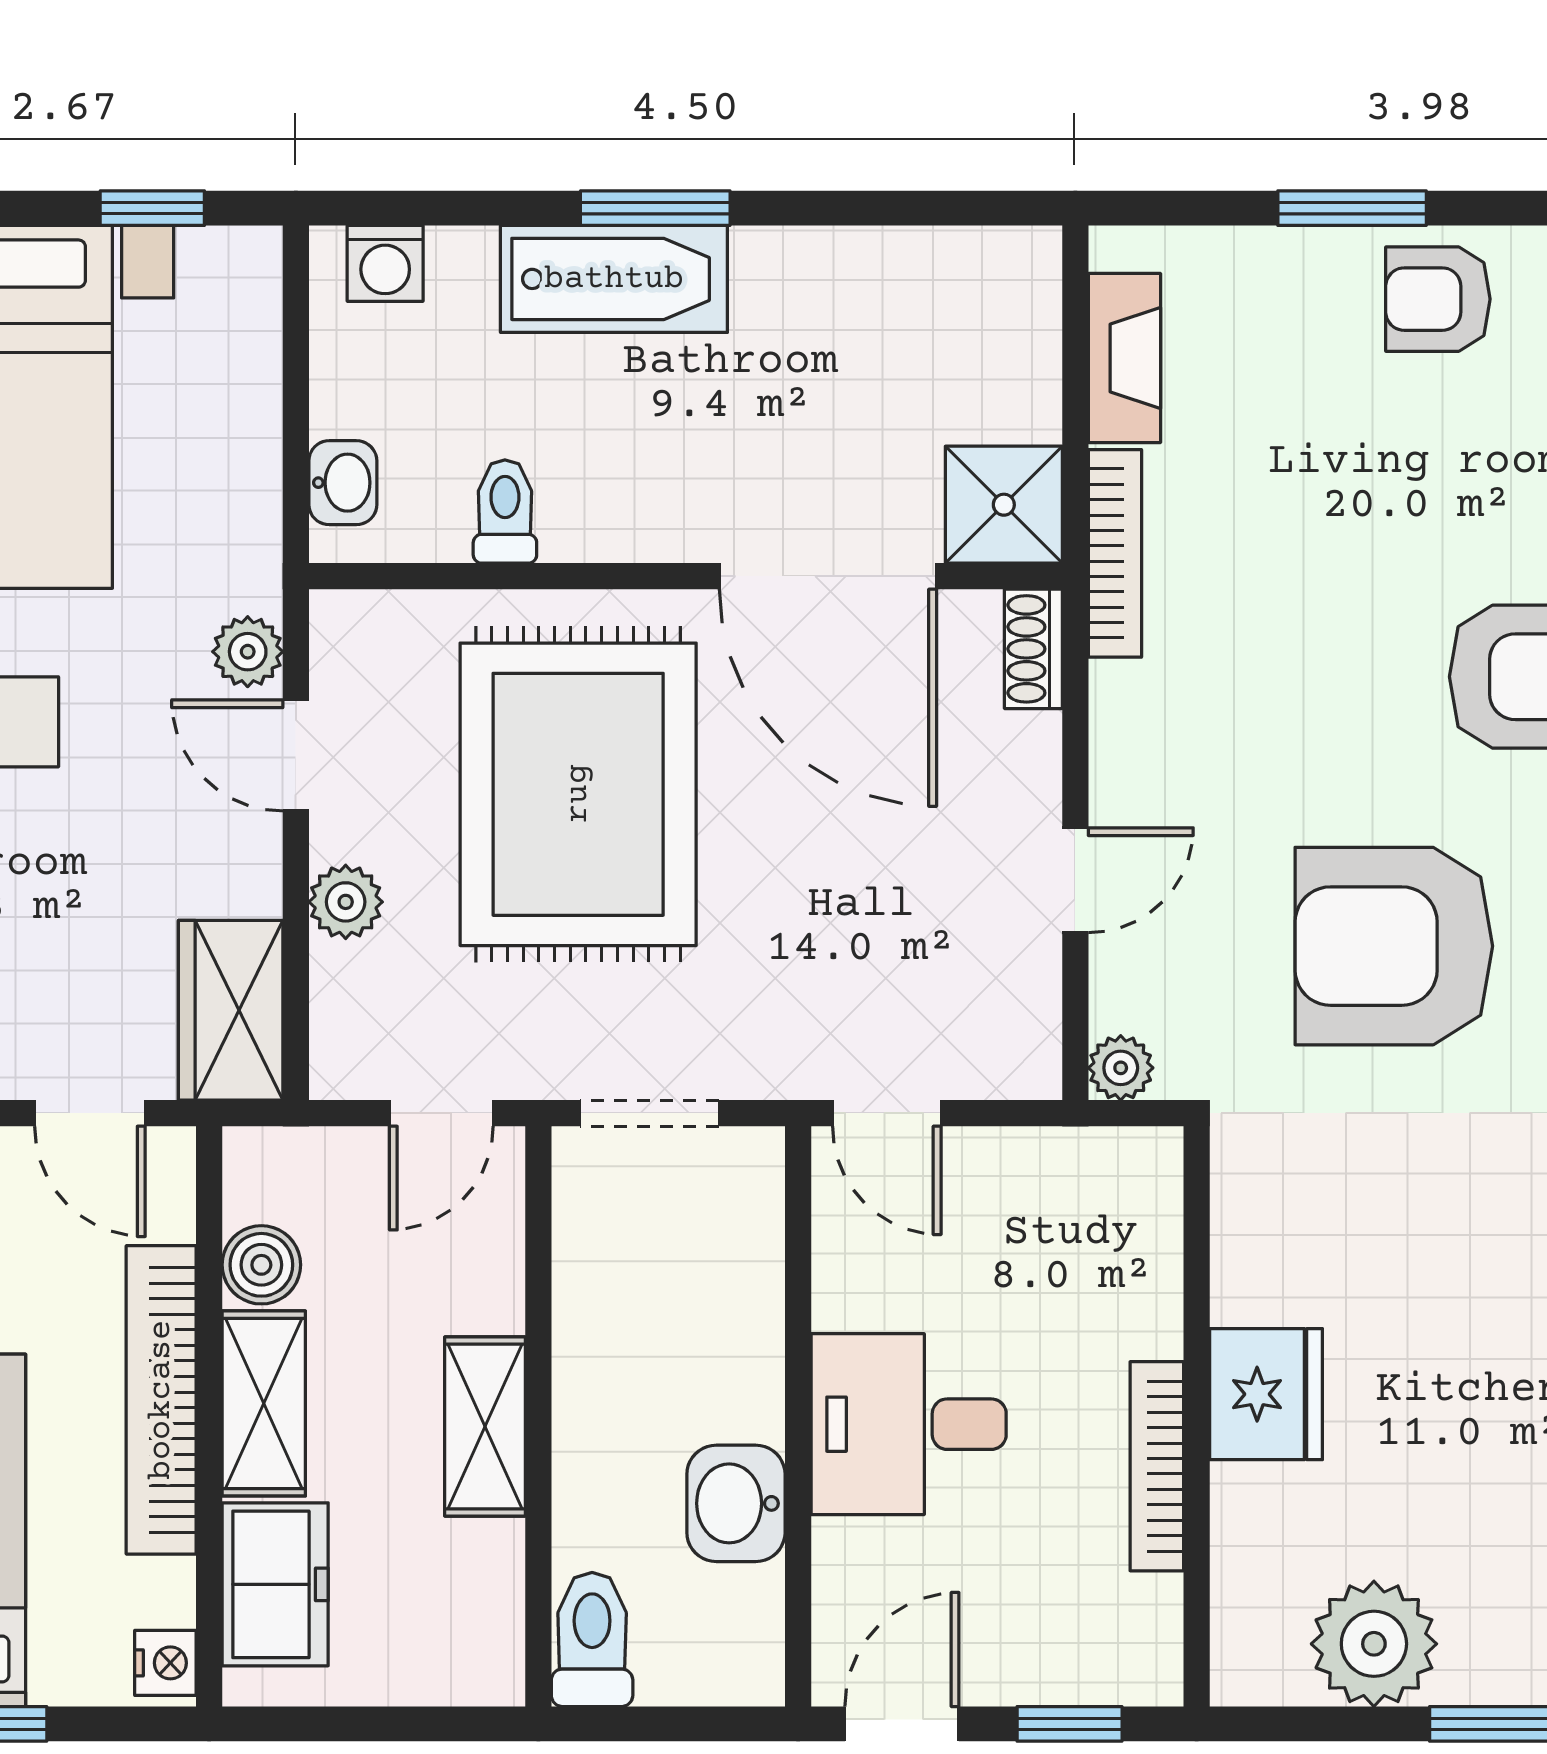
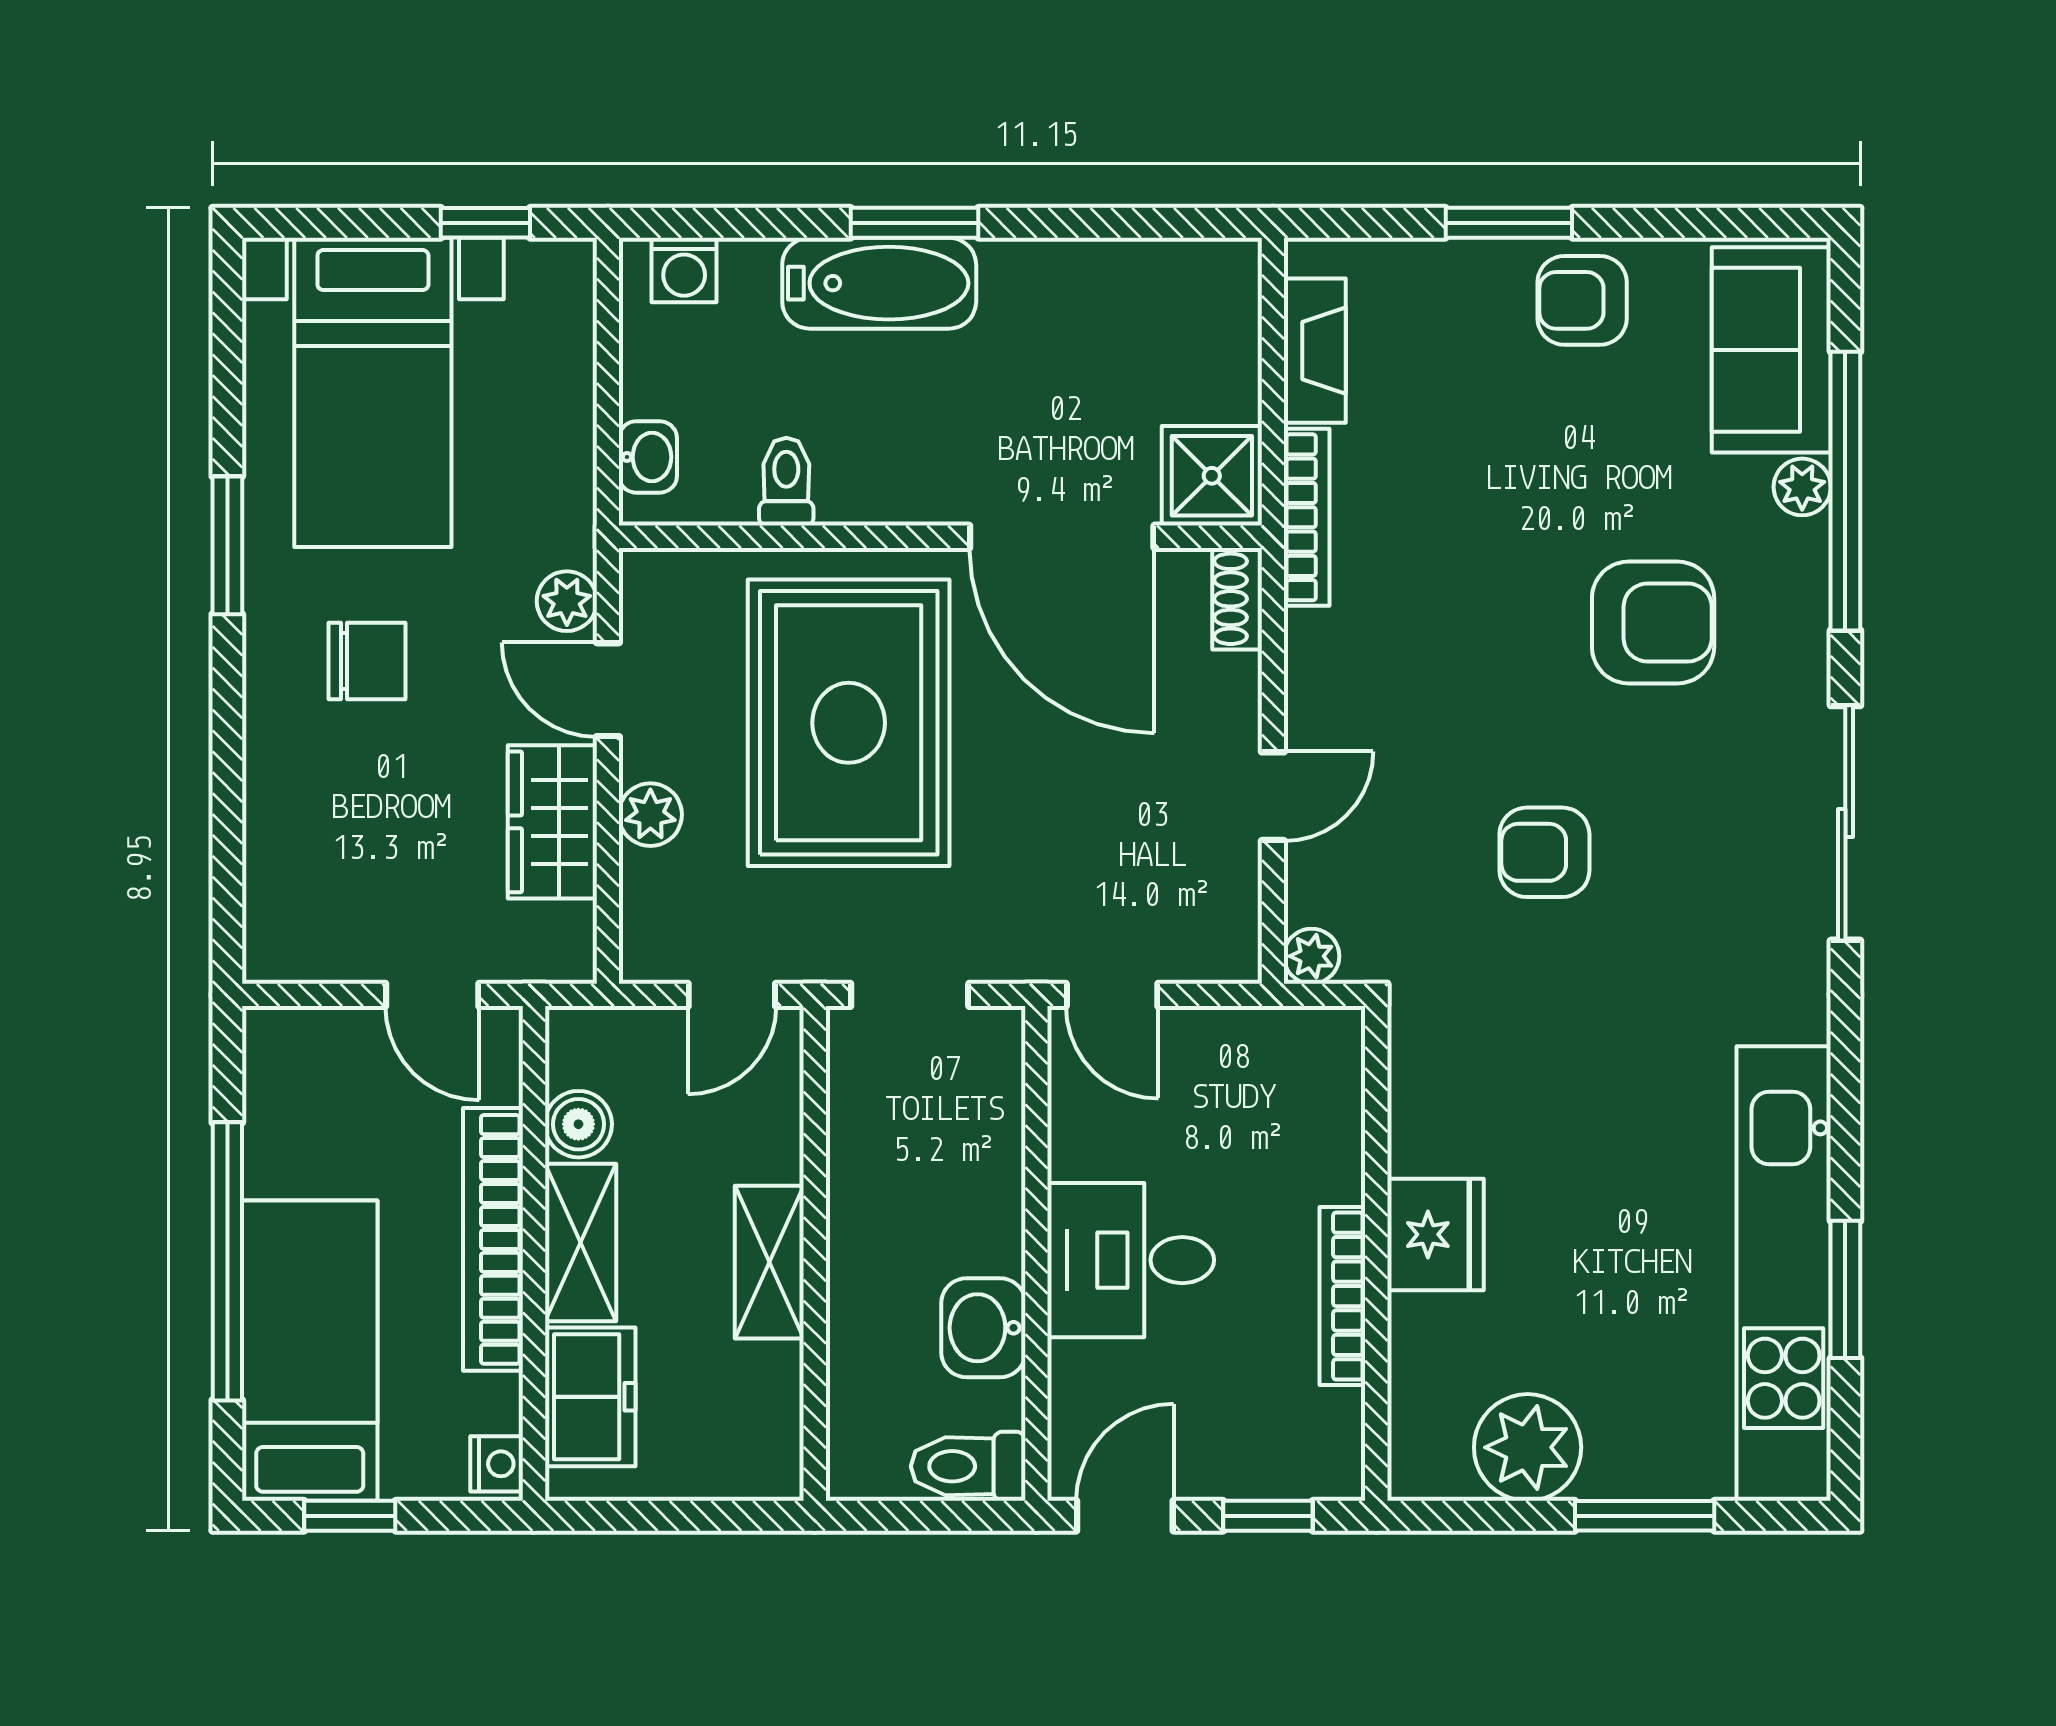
armchair: (1394, 946) -> (1544, 852), width x0.53, depth x0.53
wardrobe: (231, 1010) -> (552, 822), moved
toilet: (592, 1639) -> (968, 1466), moved, turned -90

